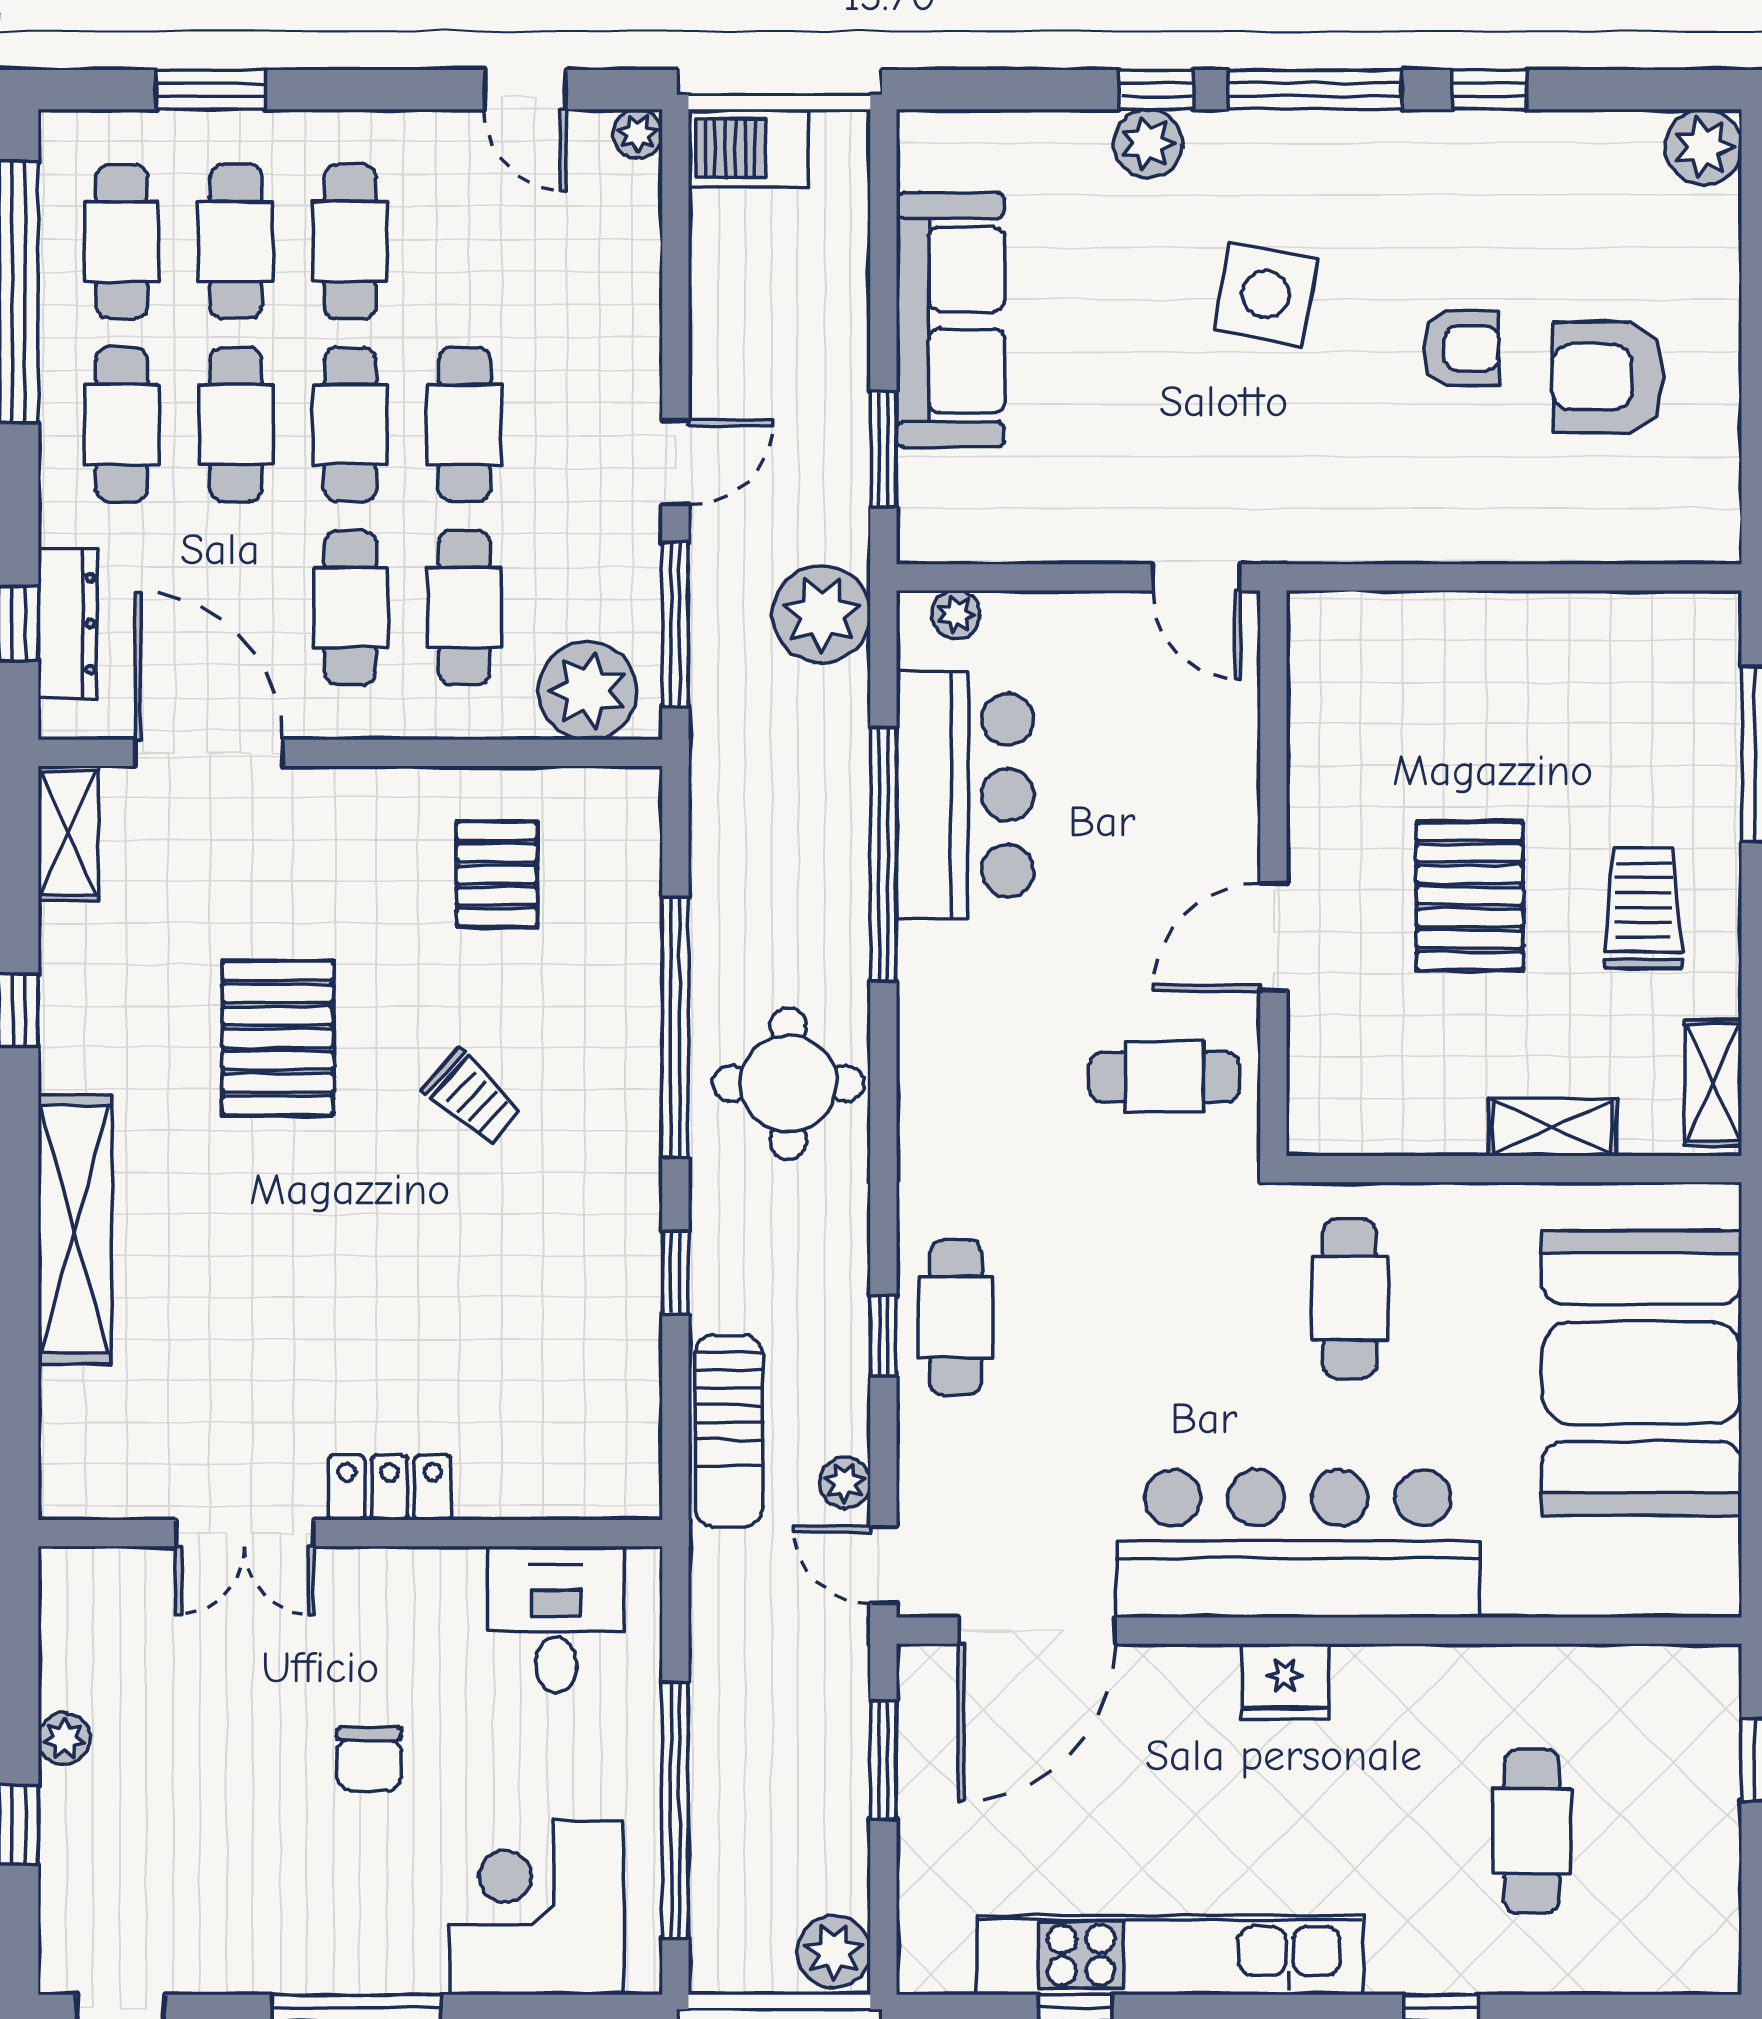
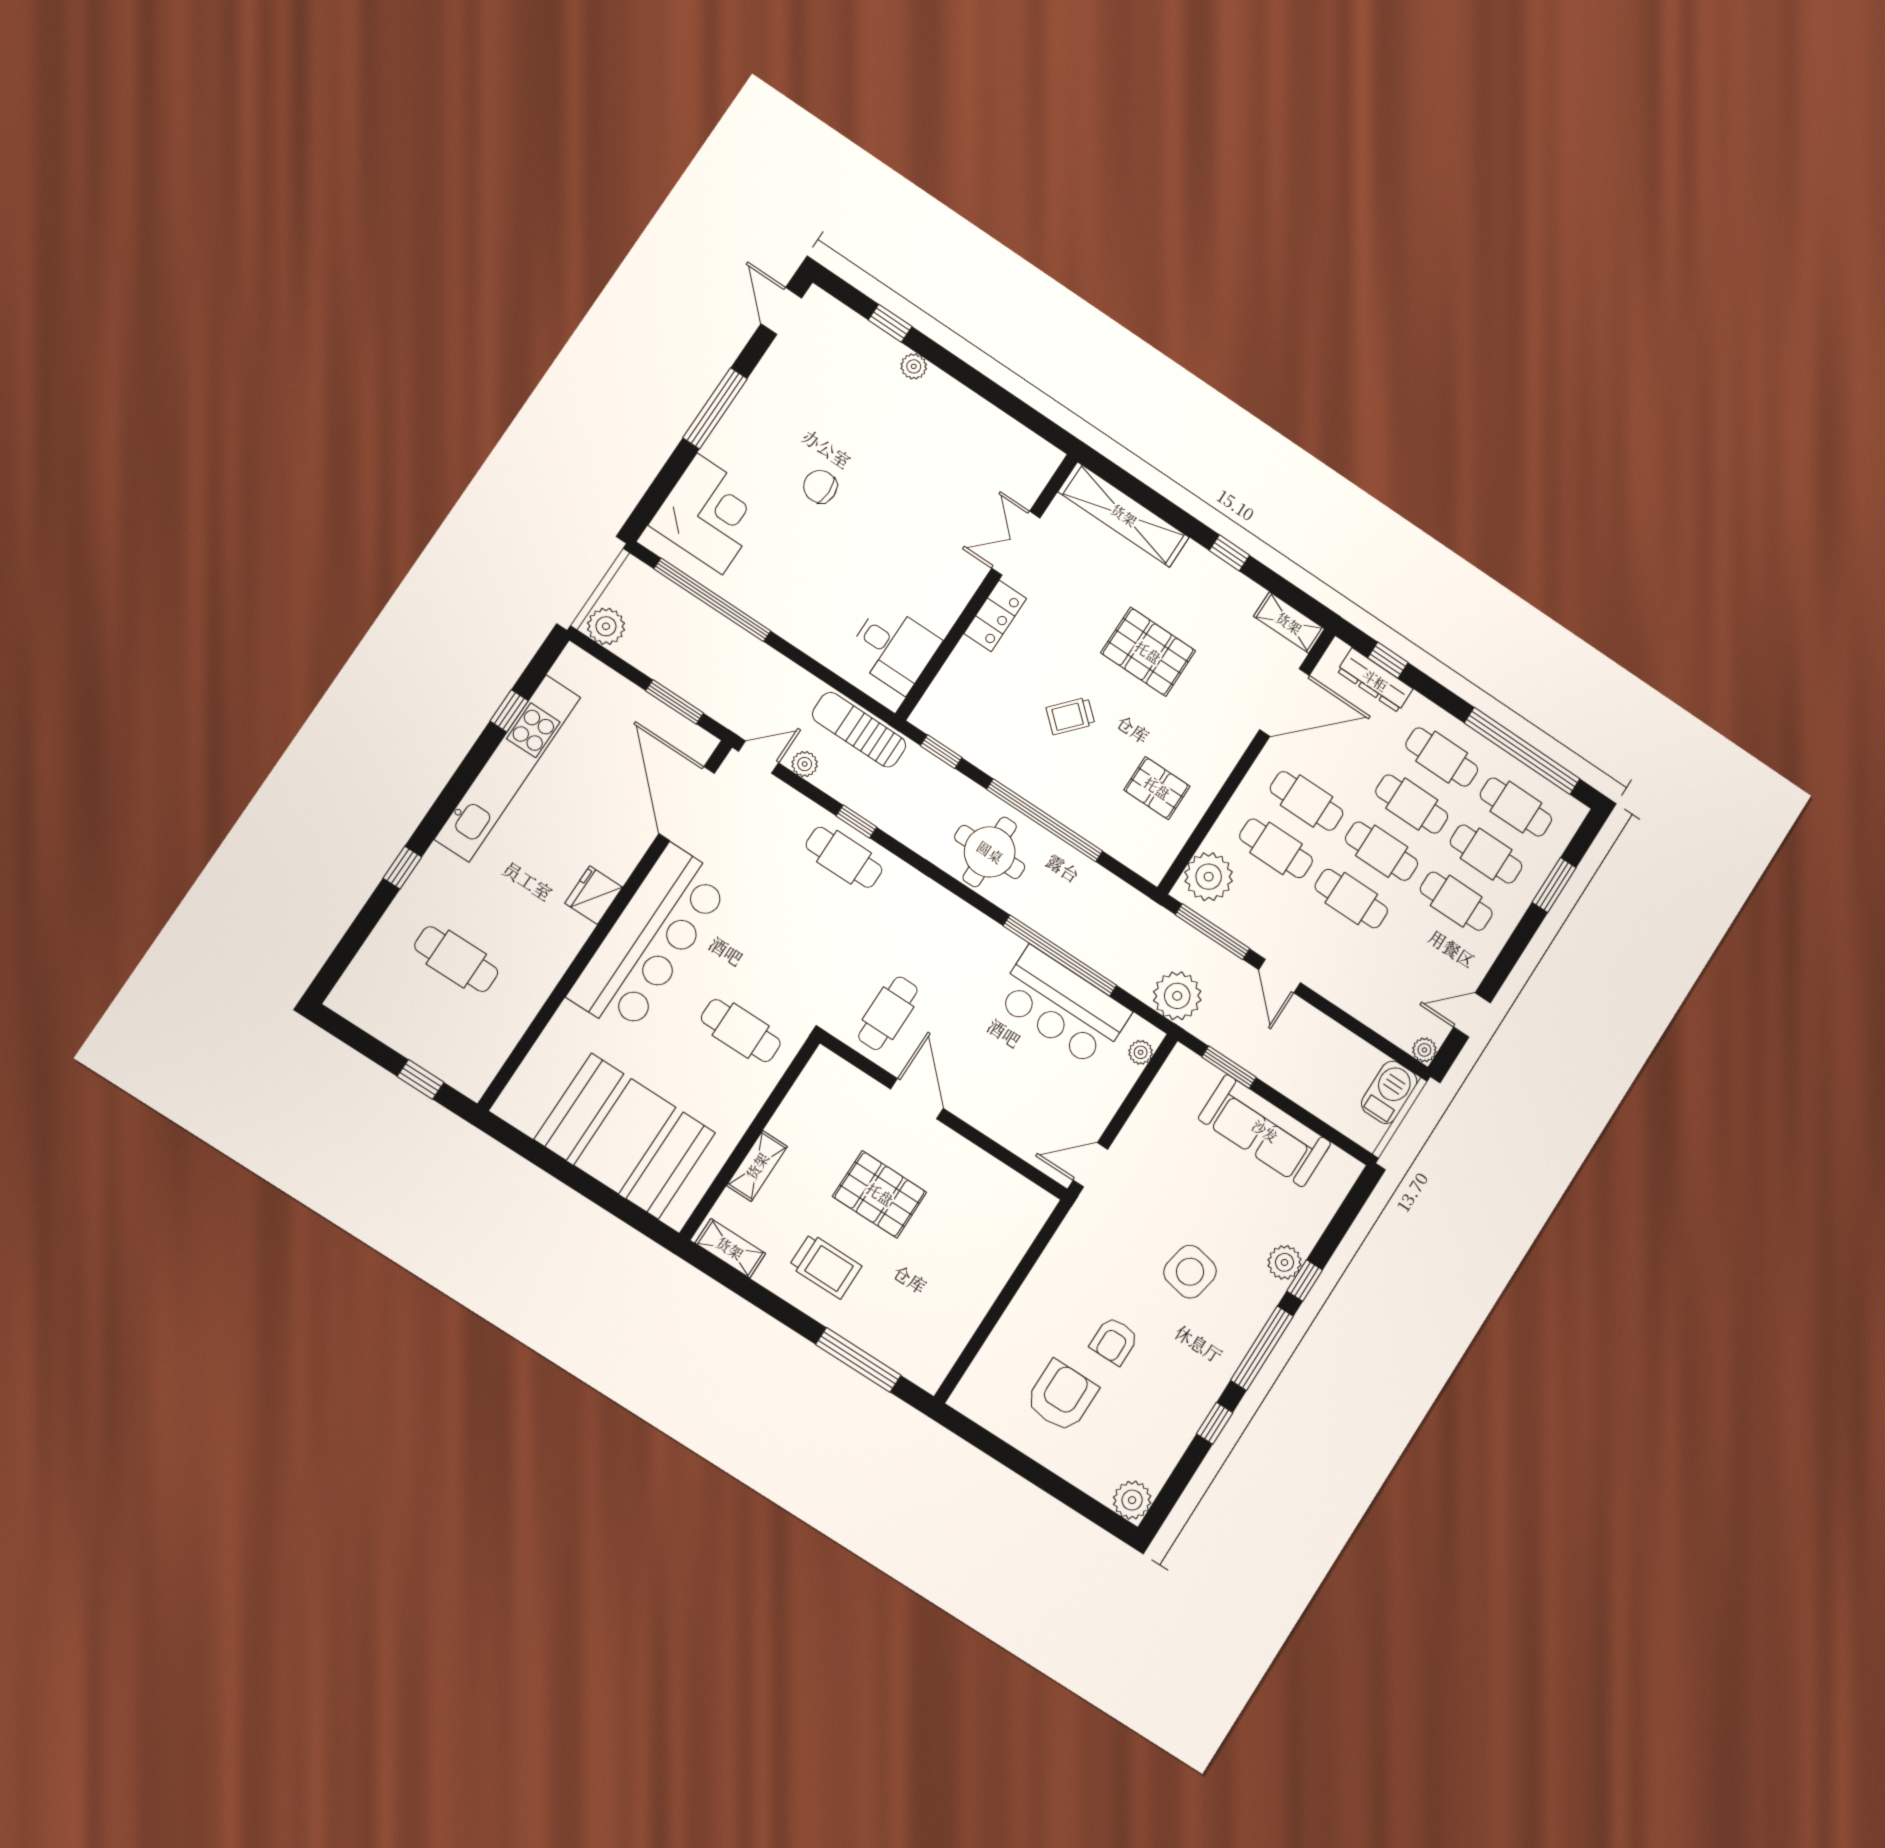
locker: (390, 1488) -> (995, 616), moved
double door: (245, 1533) -> (1016, 543), moved
wall: (350, 1533) -> (987, 587), moved
desk: (556, 1619) -> (894, 648), moved

